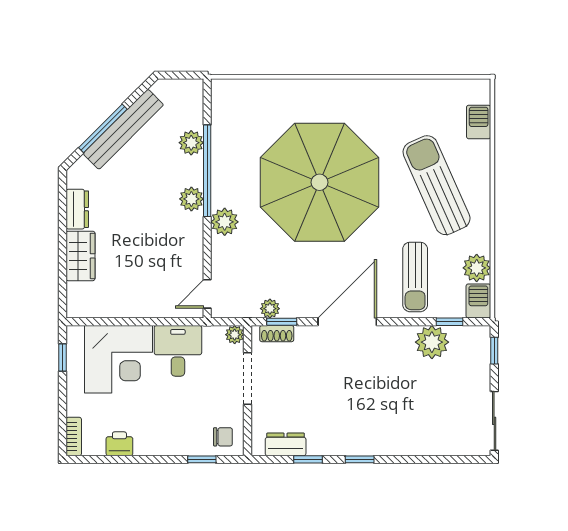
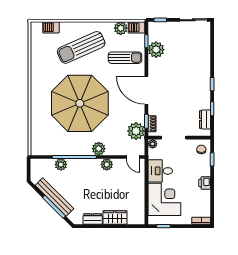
plant: (191, 199) -> (107, 164), moved
plant: (270, 309) -> (136, 131), width x1.88, depth x1.88
printer: (119, 444) -> (205, 183), moved

